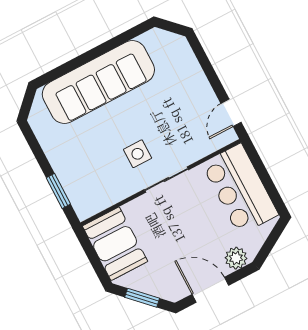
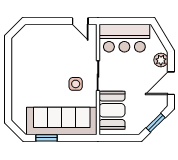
sofa: (98, 82) -> (62, 121), moved, turned -90
window: (58, 191) -> (47, 138), moved
booth: (115, 244) -> (112, 110), moved, turned 90

